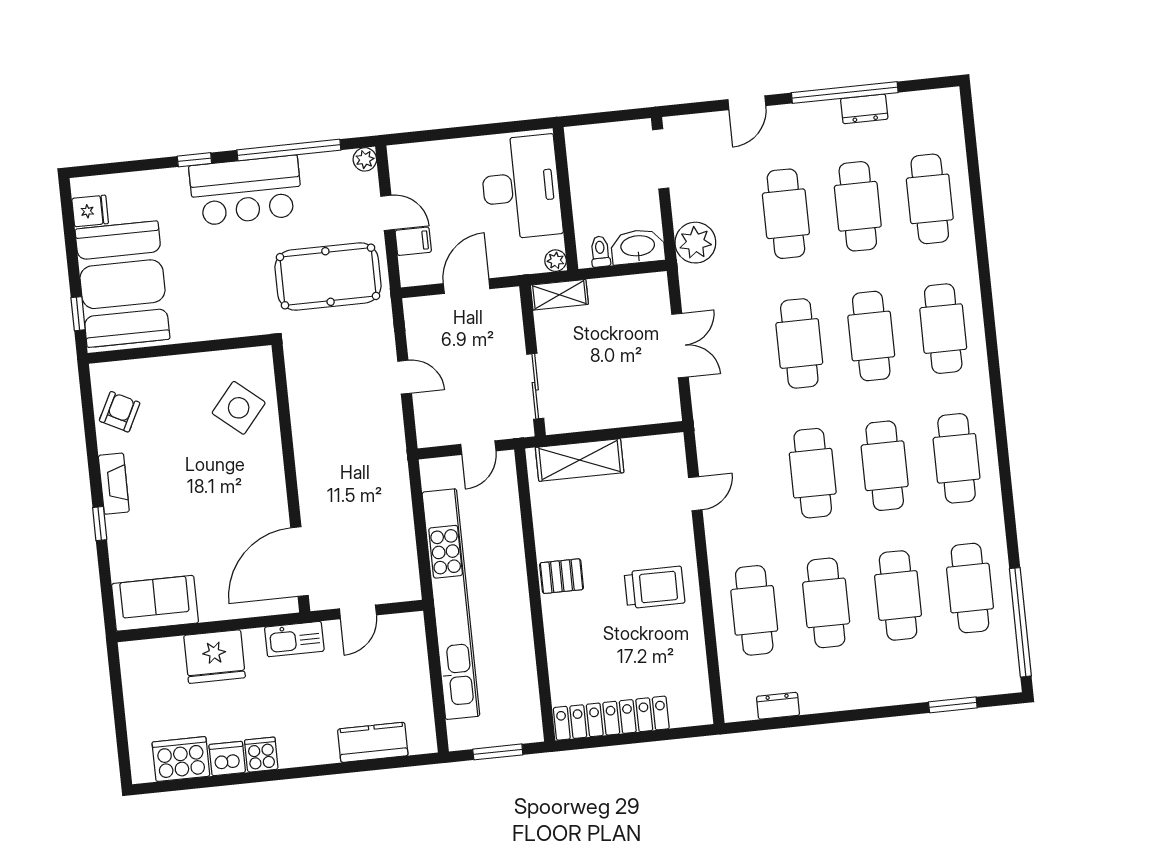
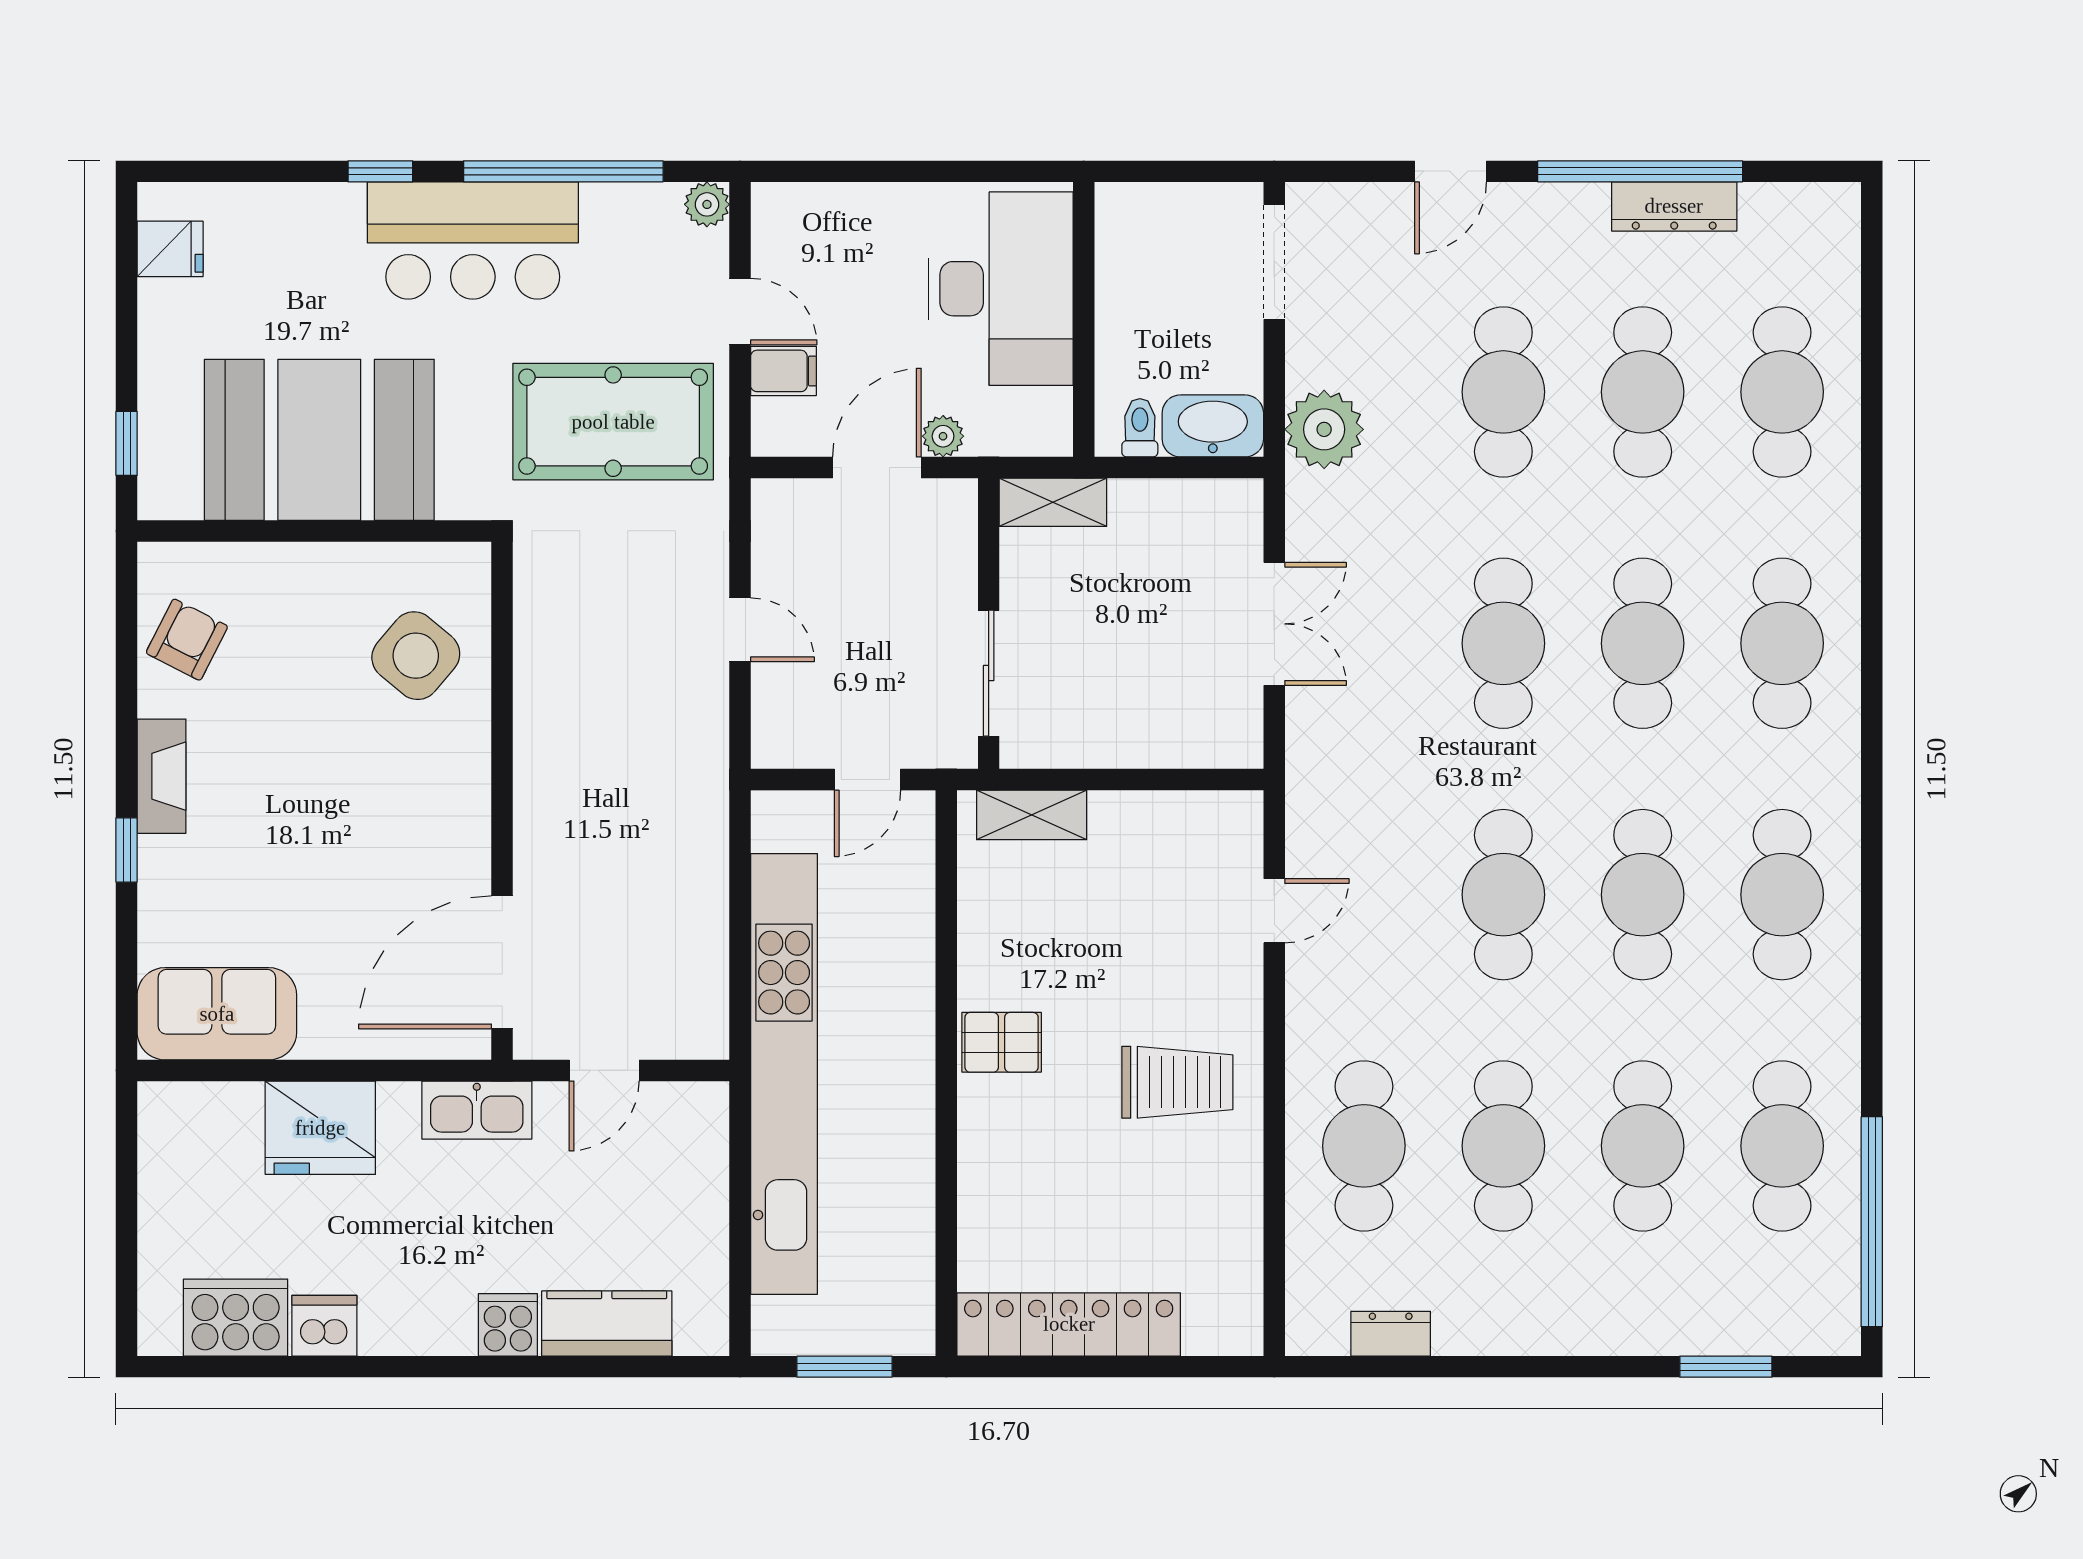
dresser: (864, 109) -> (1674, 206), width x1.44
plant: (556, 261) -> (943, 436), moved
booth: (122, 284) -> (319, 440), moved, turned 90
shelving: (580, 460) -> (1032, 815), width x0.67, depth x0.75
cooker: (261, 755) -> (508, 1325), moved

